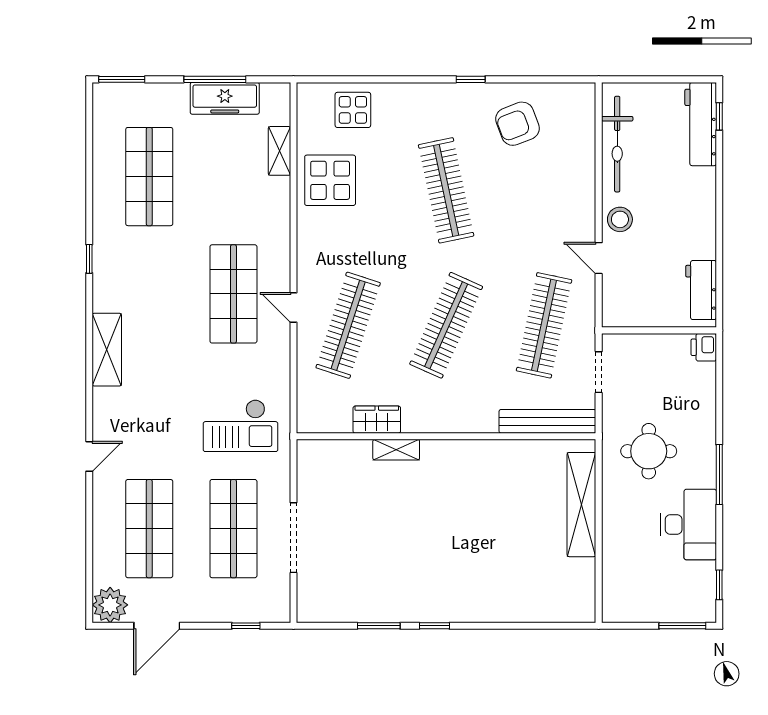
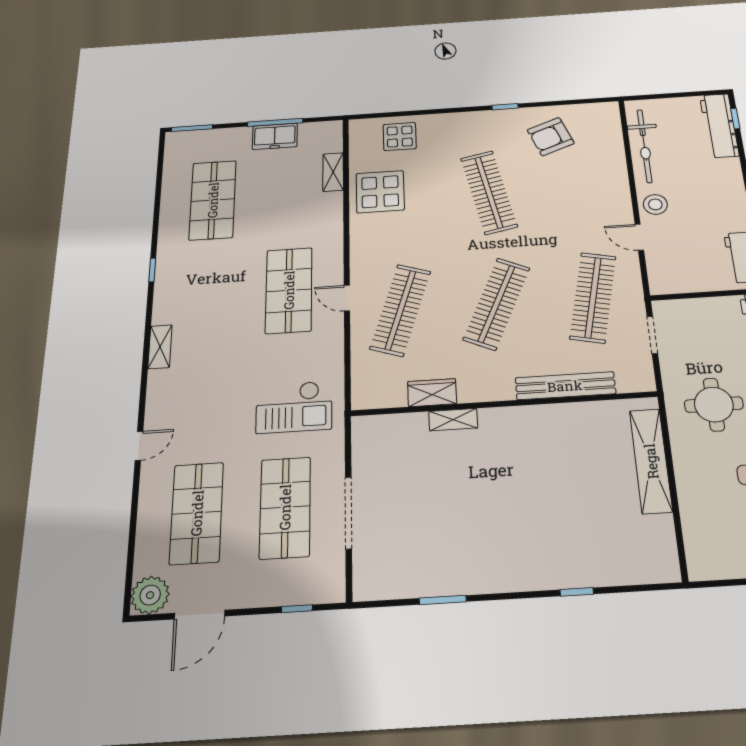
freezer: (225, 98) -> (275, 136), width x0.71
shelving: (107, 350) -> (160, 347), width x0.67, depth x0.75
bench: (547, 421) -> (565, 386), moved
window: (434, 626) -> (577, 592), moved

